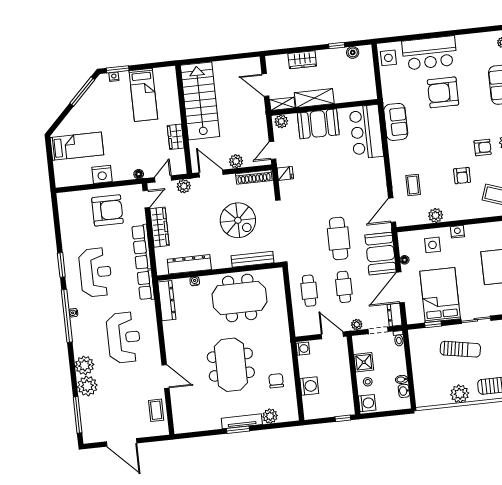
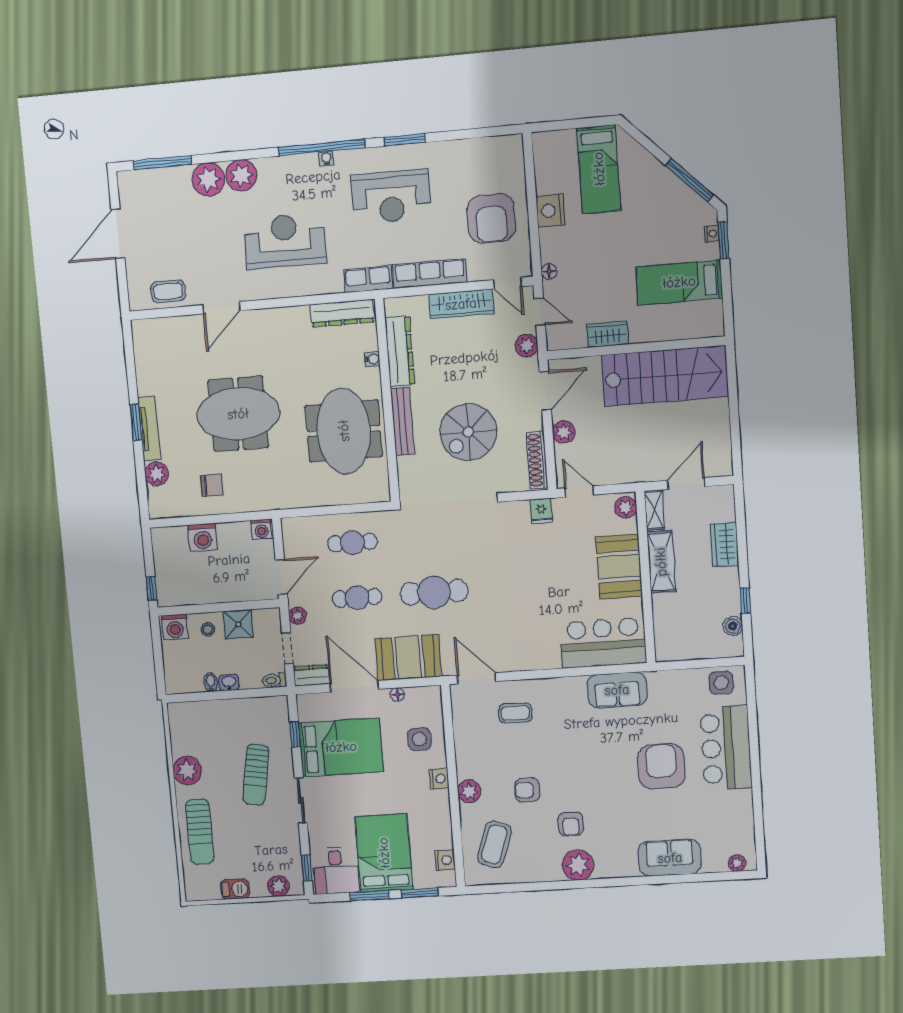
plant: (436, 215) -> (469, 791), moved
bench: (252, 259) -> (402, 421), moved
reception desk: (124, 338) -> (285, 241), turned 180
washbasin: (404, 391) -> (229, 682), moved

